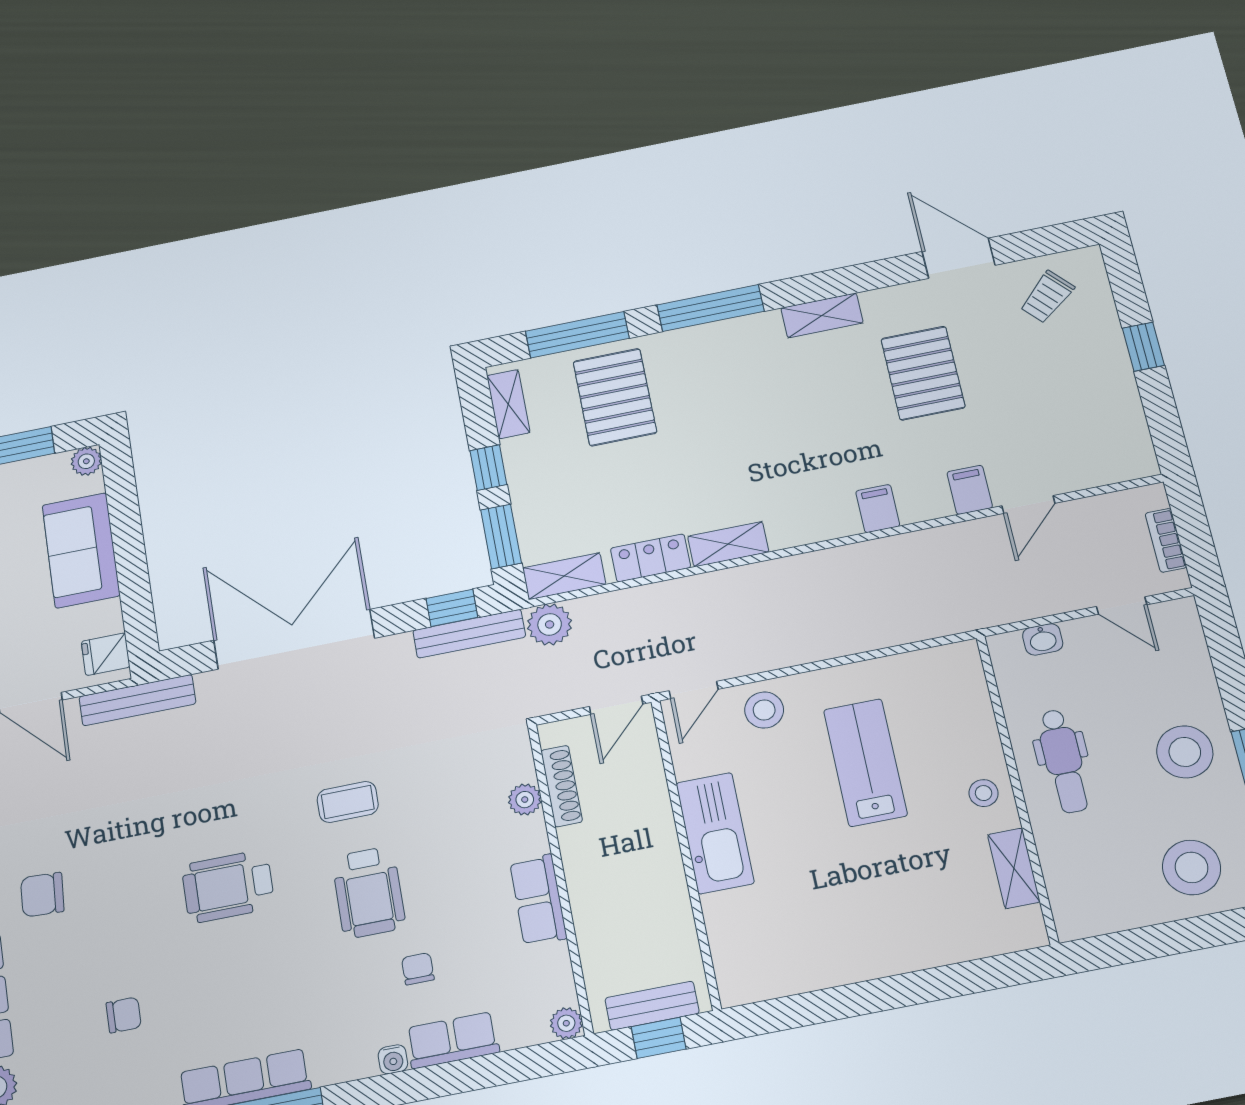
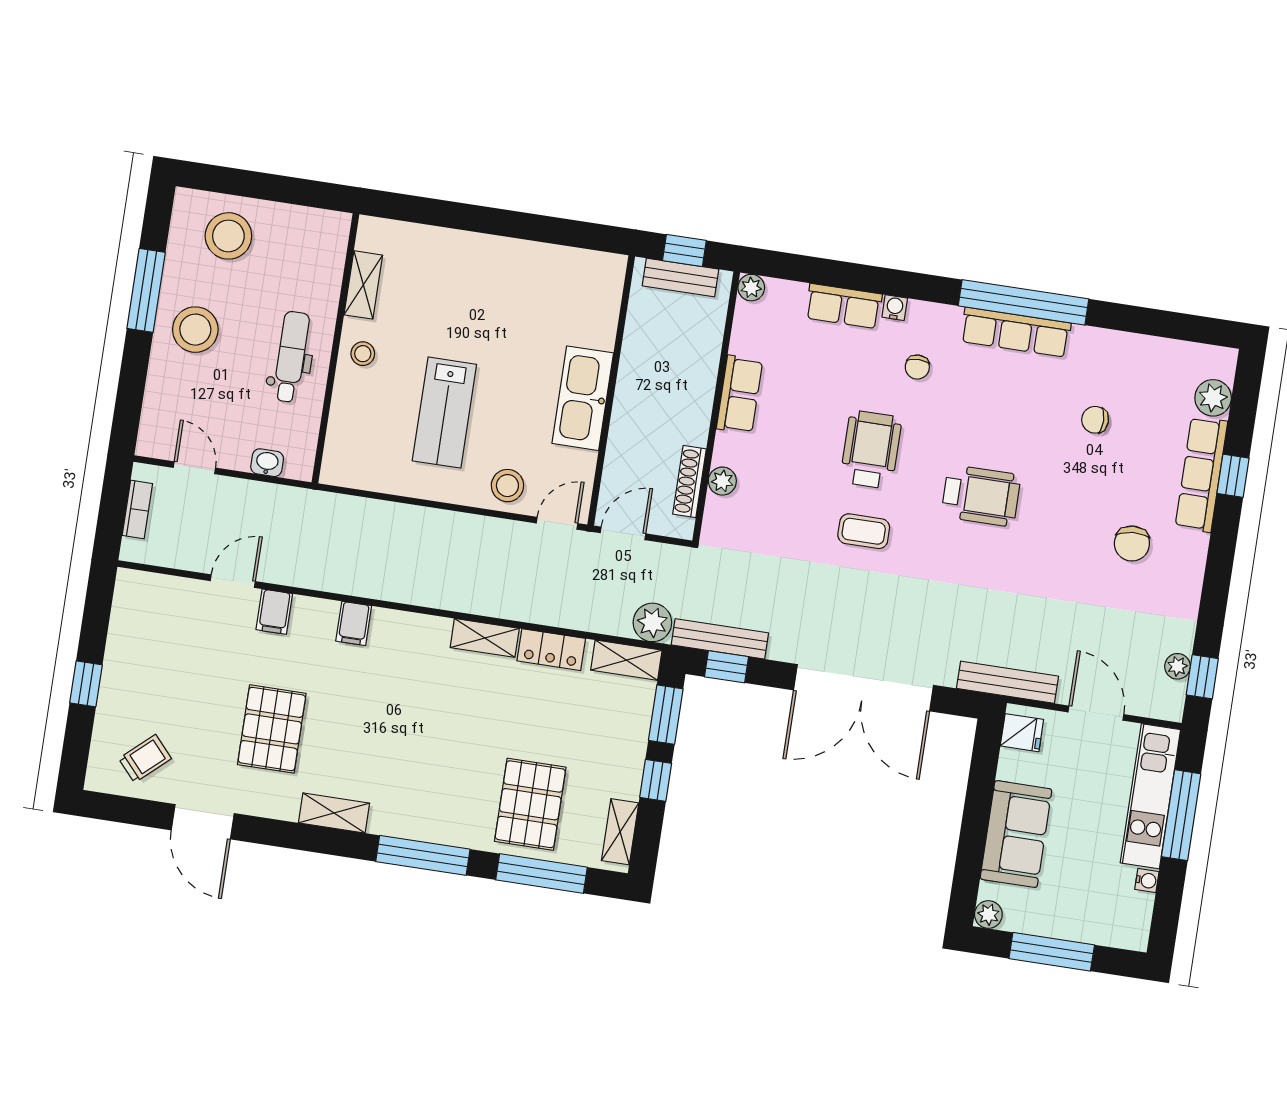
chair: (42, 895) -> (1132, 543), turned 83
chair: (418, 969) -> (917, 367), moved

